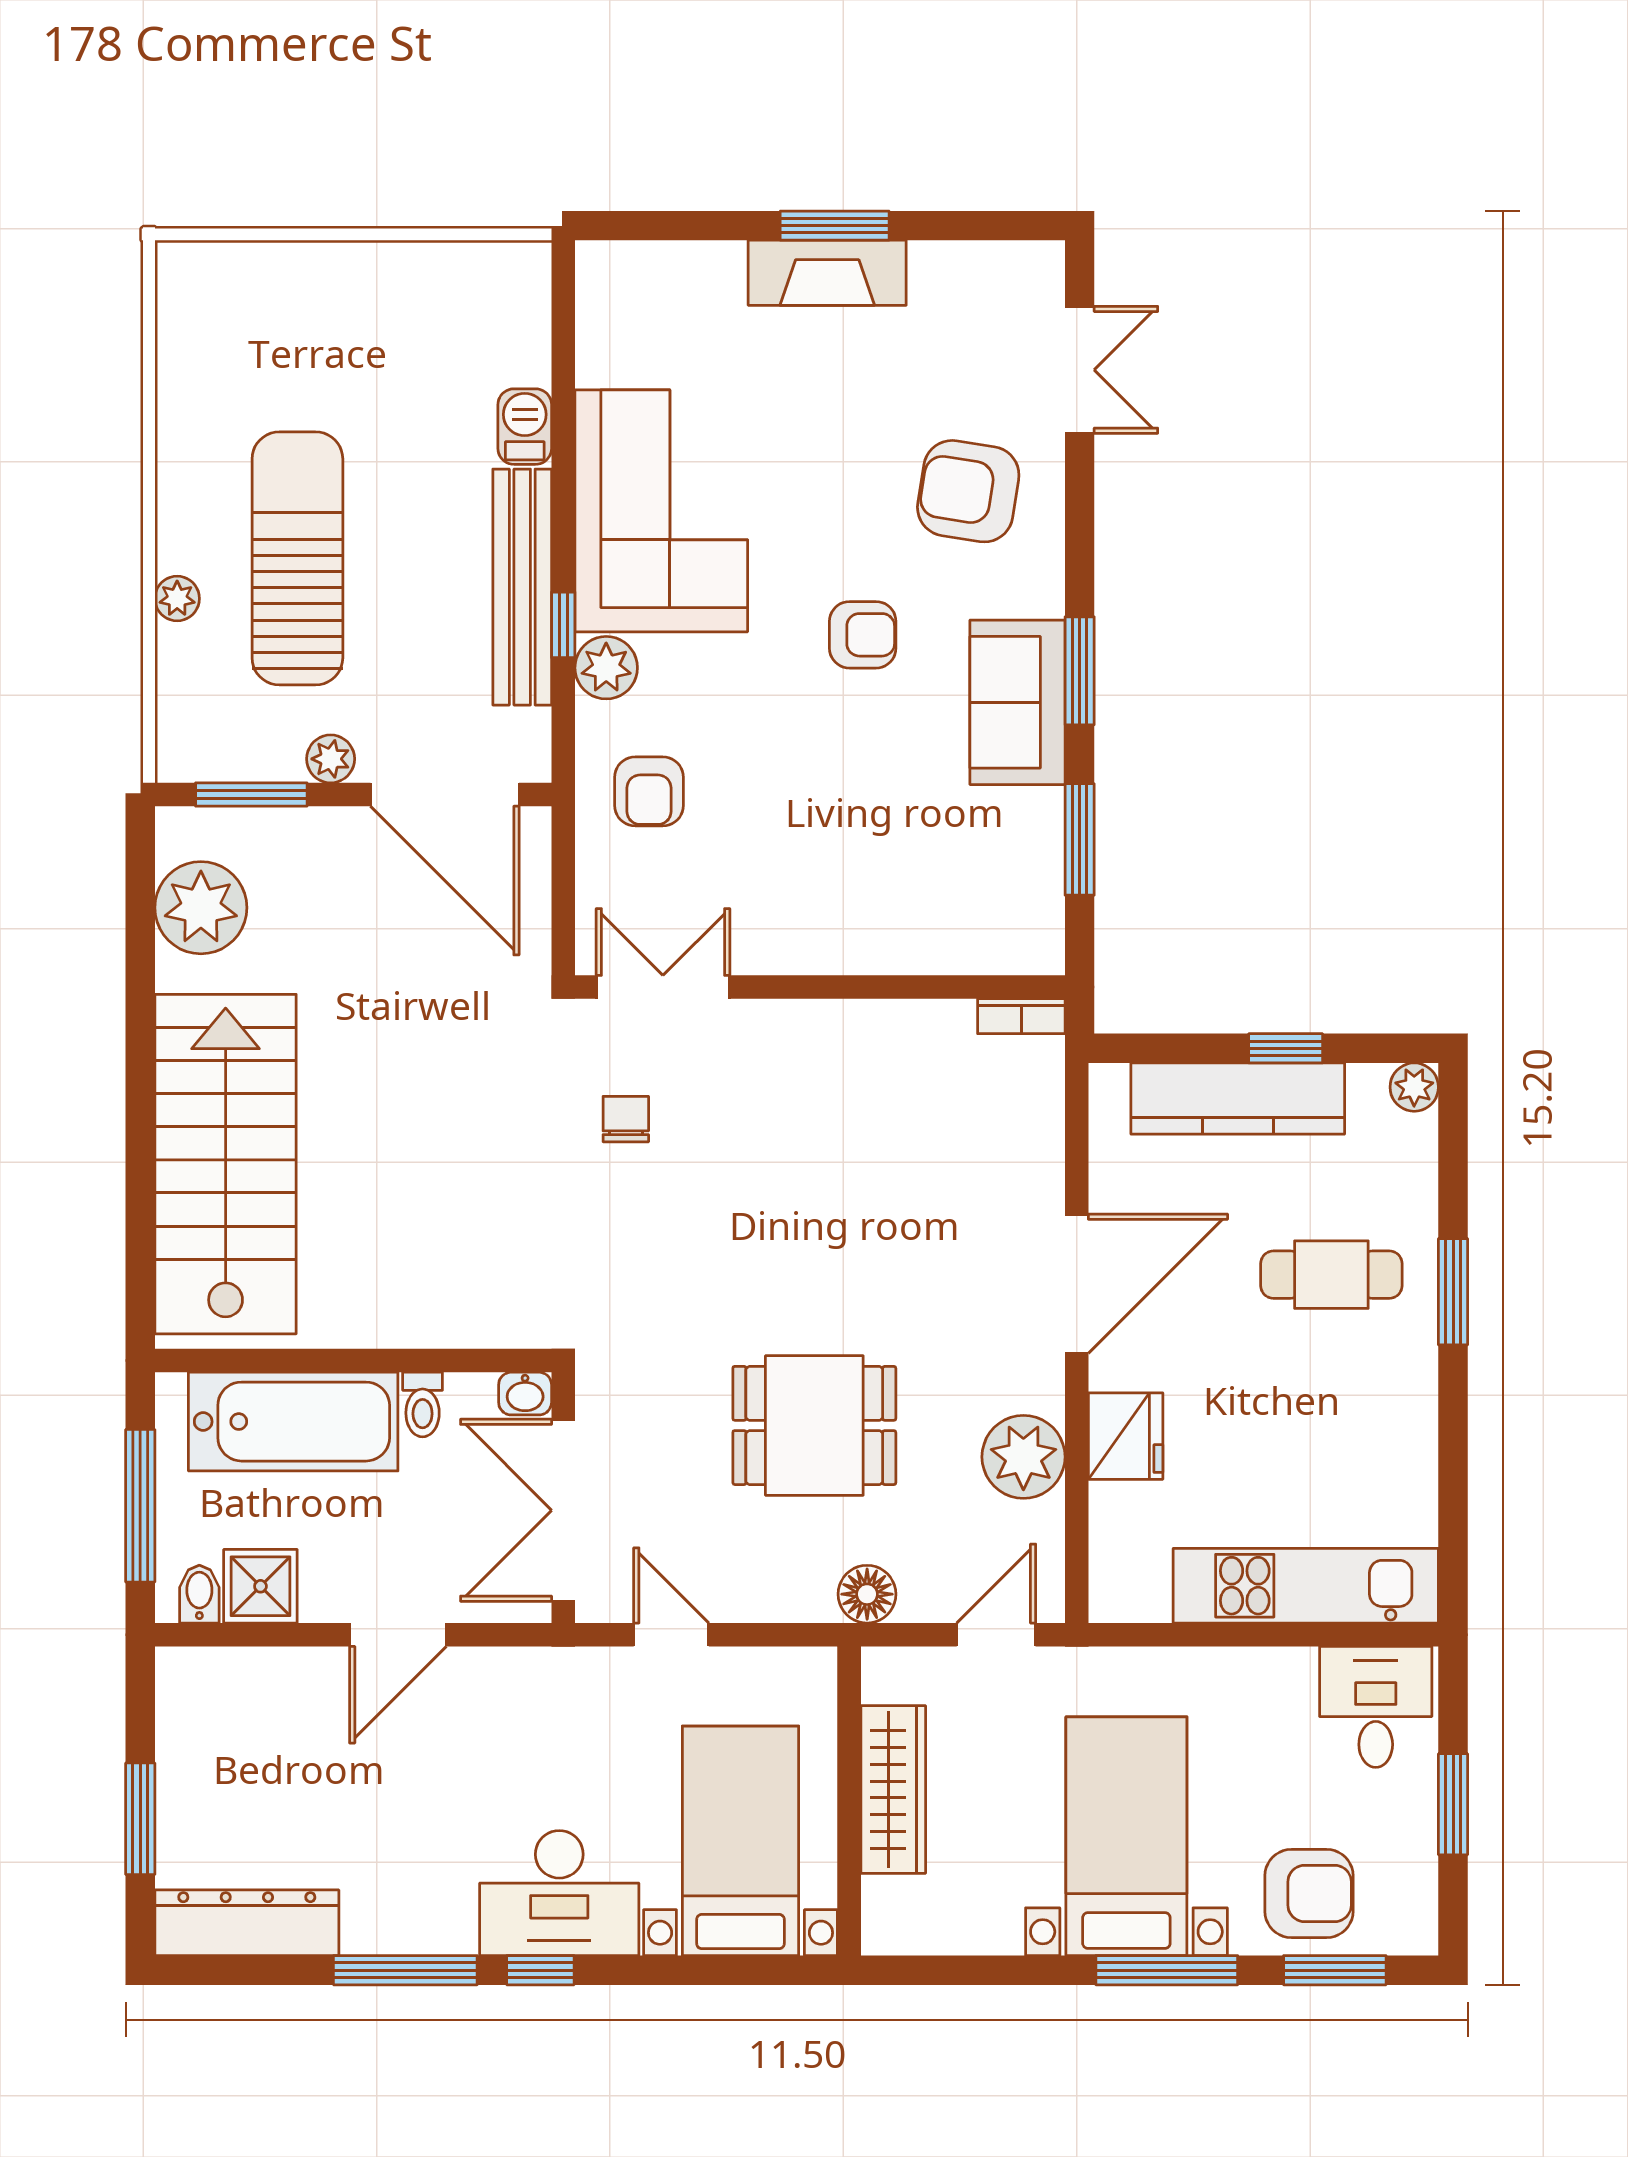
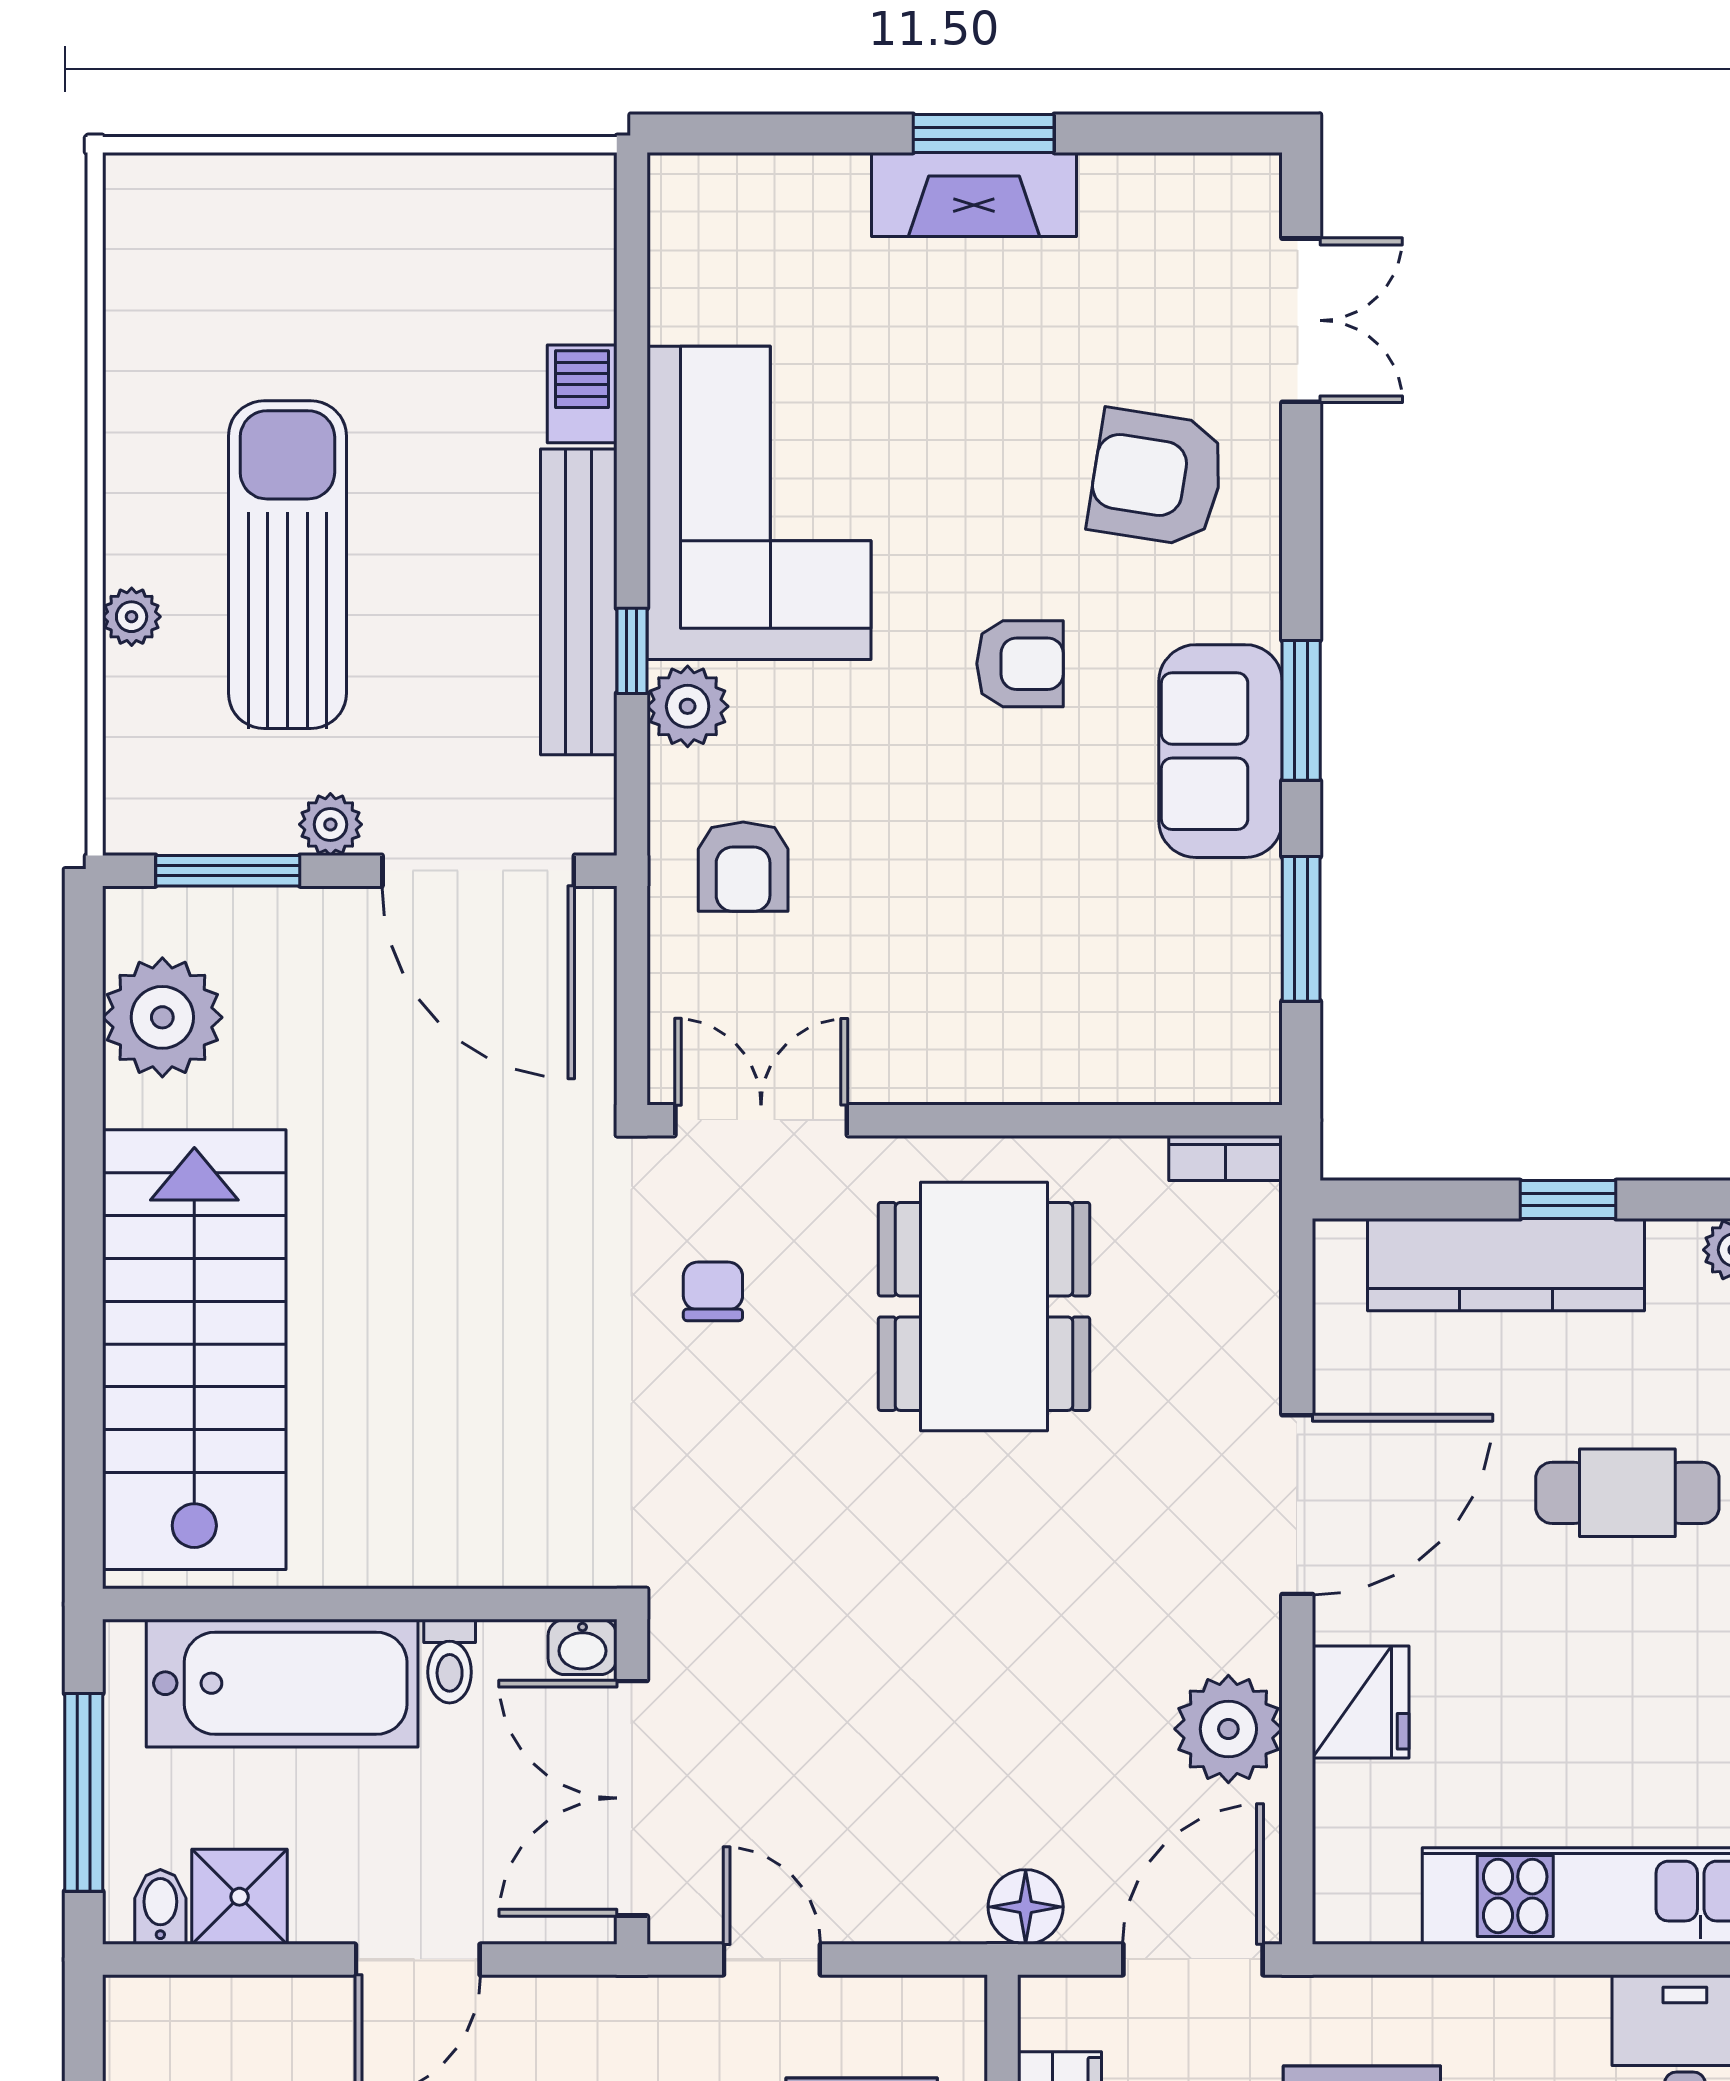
dining table: (814, 1425) -> (984, 1306), moved, width x1.38
door: (996, 1635) -> (1193, 1959), width x1.38

